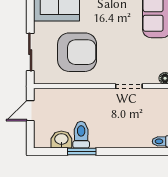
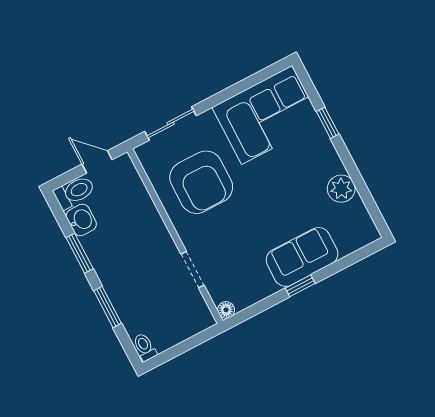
toilet: (81, 135) -> (74, 192), moved
window: (124, 151) -> (108, 307), added

